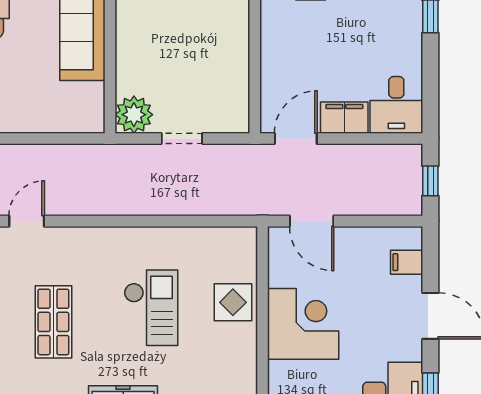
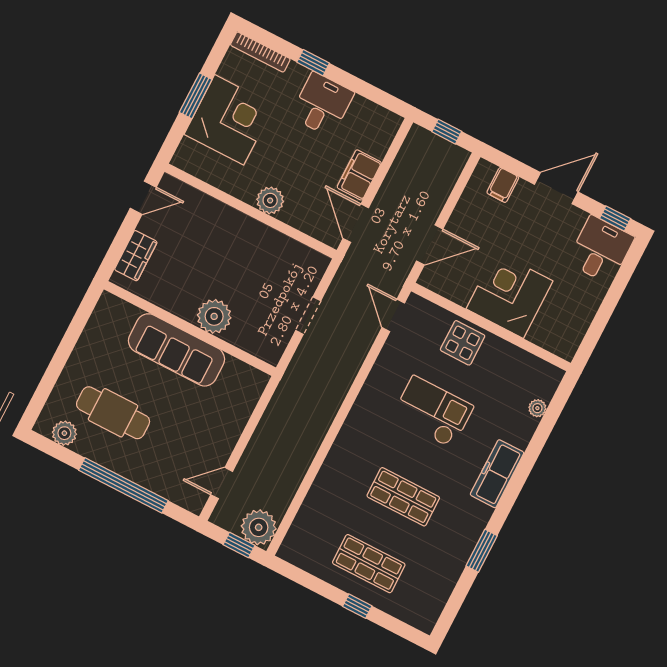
plant: (275, 44) -> (270, 200), added
desk: (396, 105) -> (322, 104), moved, turned -90
plant: (134, 115) -> (214, 316), moved
door: (27, 221) -> (393, 315), moved

